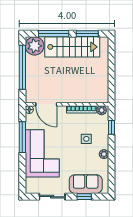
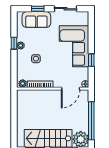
door: (46, 104) -> (71, 89), swing flipped
window: (112, 127) -> (14, 43), moved
window: (22, 137) -> (91, 60), width x0.46

